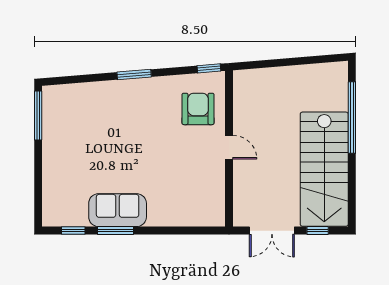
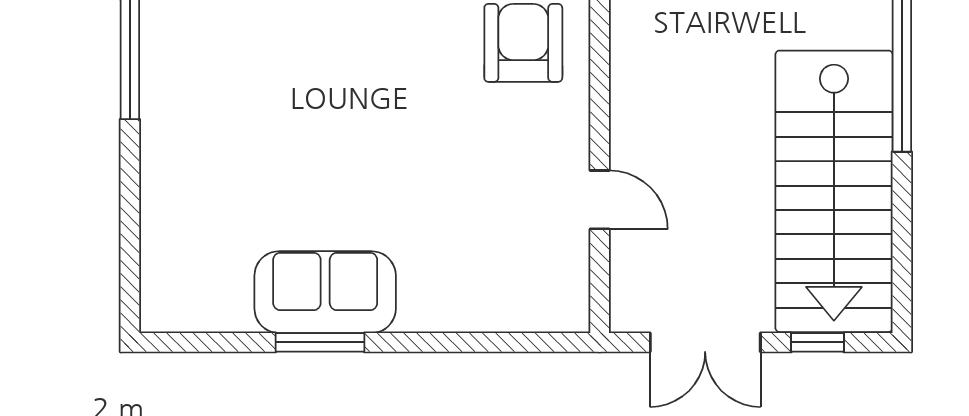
door: (229, 147) -> (600, 200), moved
window: (73, 231) -> (216, 342), removed

